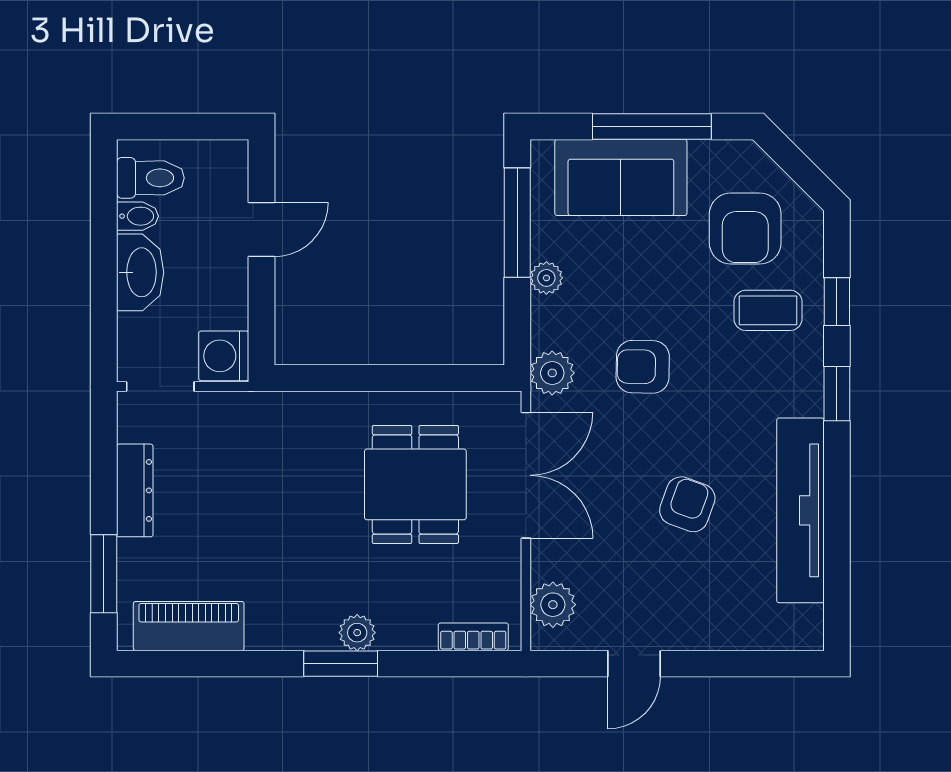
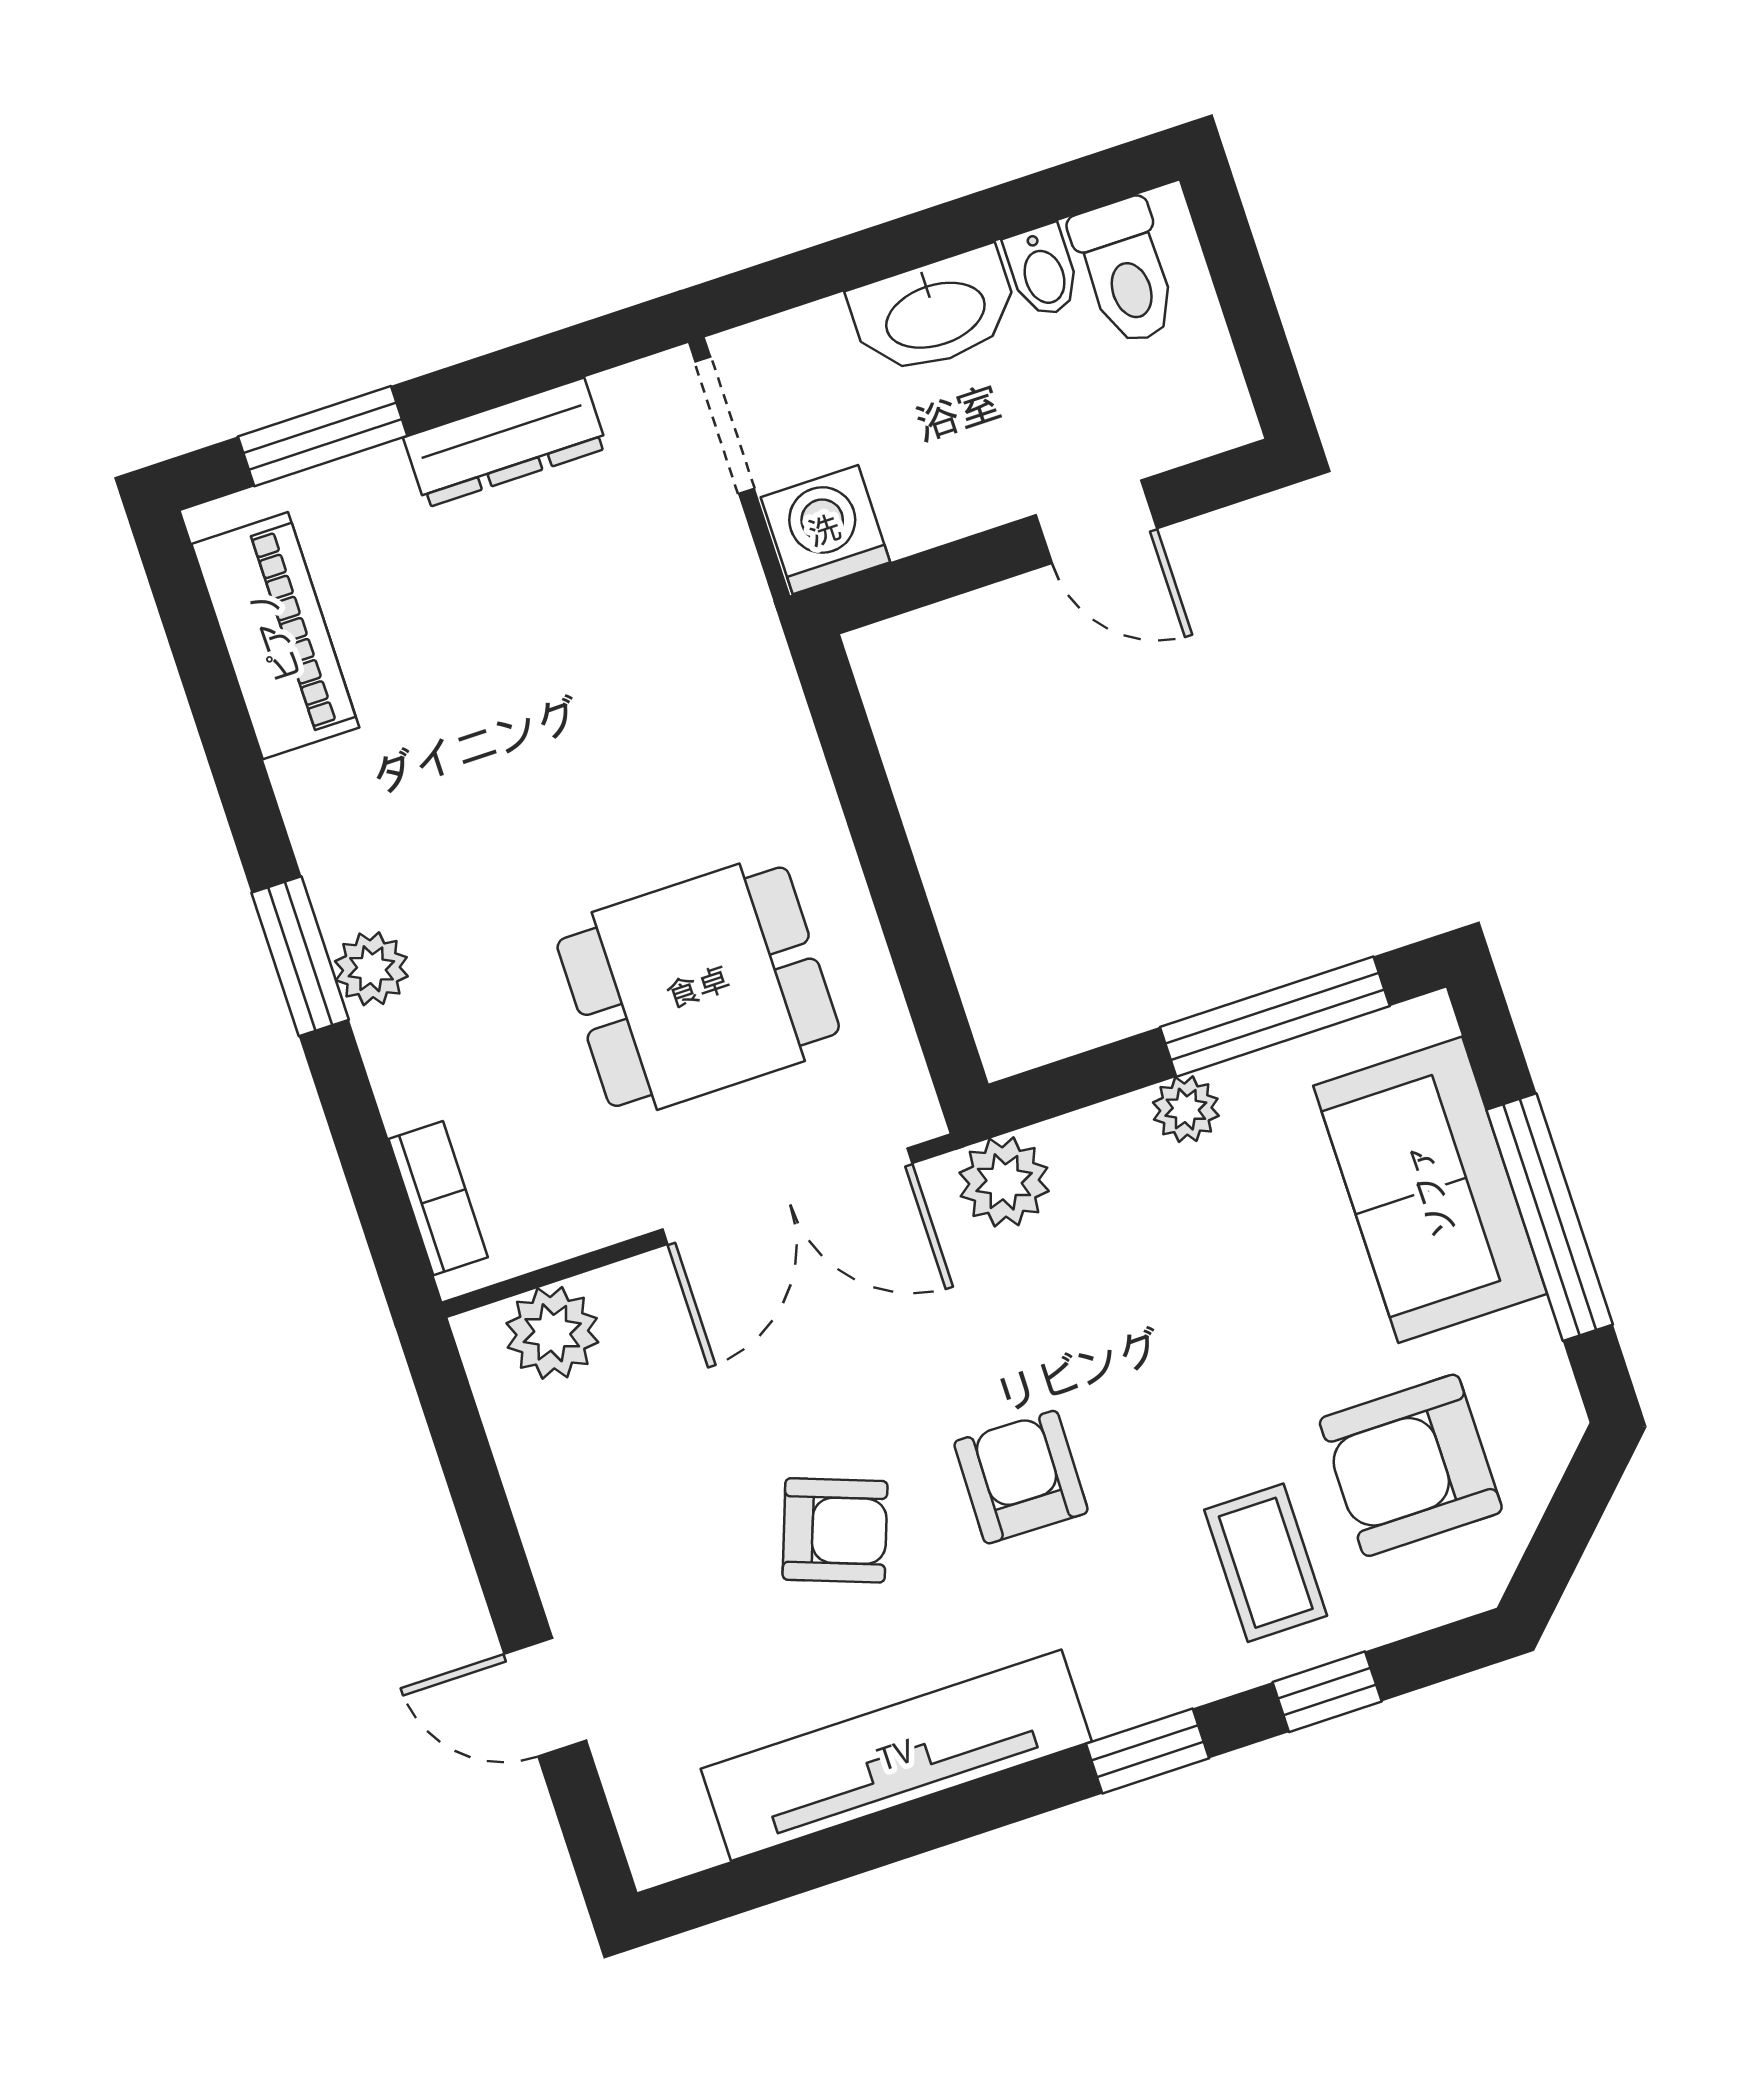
armchair: (643, 367) -> (1021, 1477), moved
door: (634, 664) -> (545, 1697), moved

